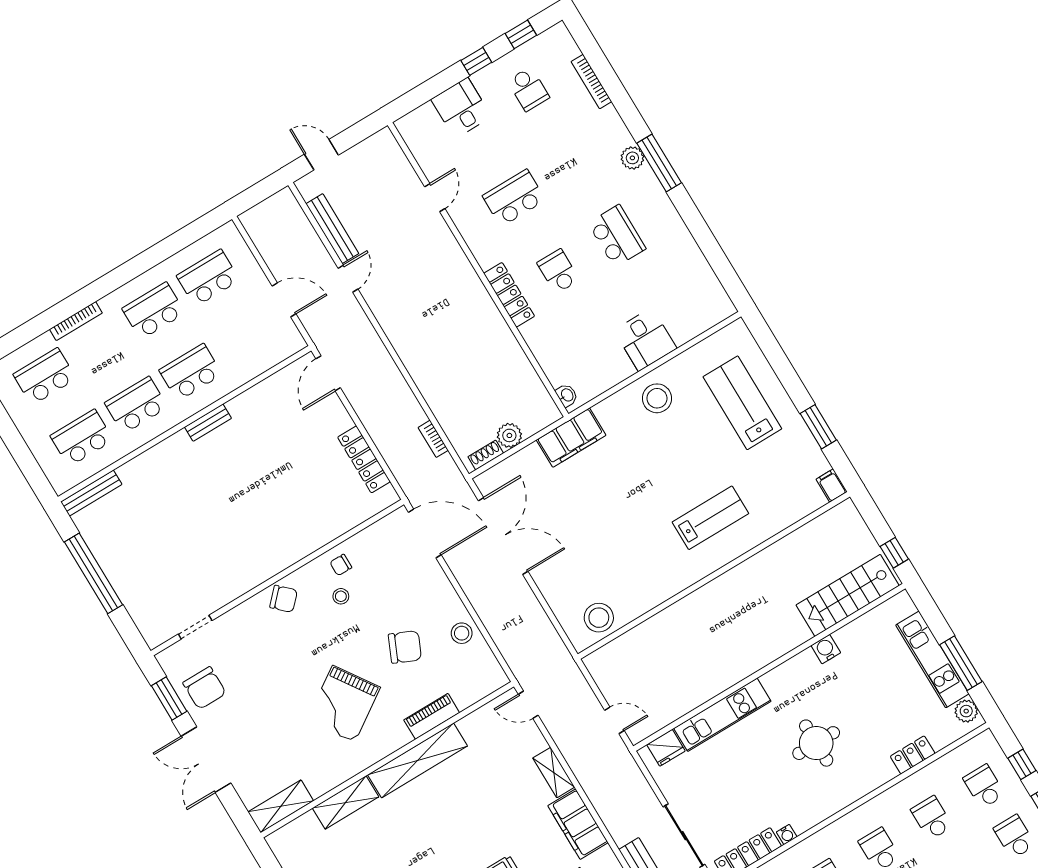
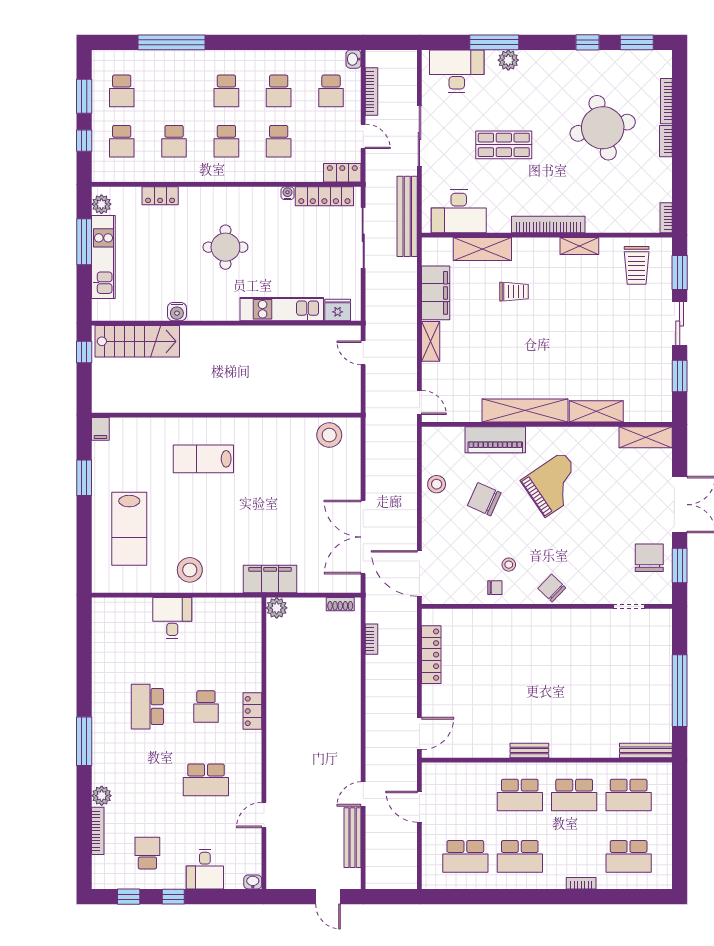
plant: (632, 158) -> (102, 796), moved
locker: (509, 295) -> (252, 711), width x0.66
bookcase: (76, 321) -> (581, 883), width x0.64
washbasin: (567, 395) -> (253, 882), moved, turned 90
plant: (509, 435) -> (277, 608), moved
piano: (432, 716) -> (495, 440), width x1.37, depth x1.33

